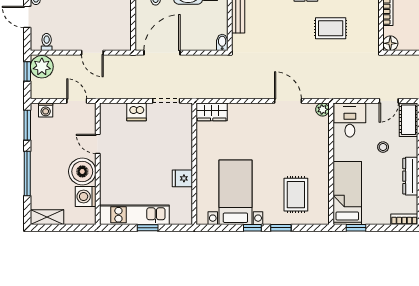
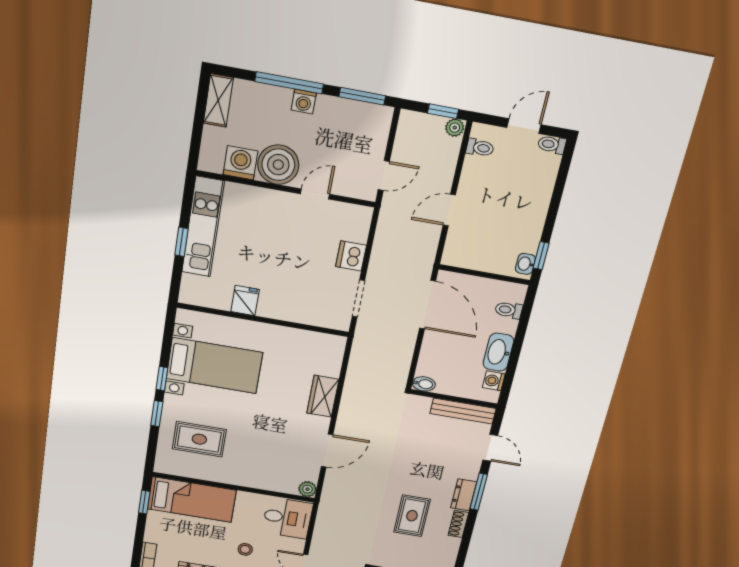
plant: (42, 67) -> (455, 128), width x0.53, depth x0.53
washing machine: (46, 110) -> (304, 101), moved, turned -90
wardrobe: (212, 112) -> (323, 396), moved

